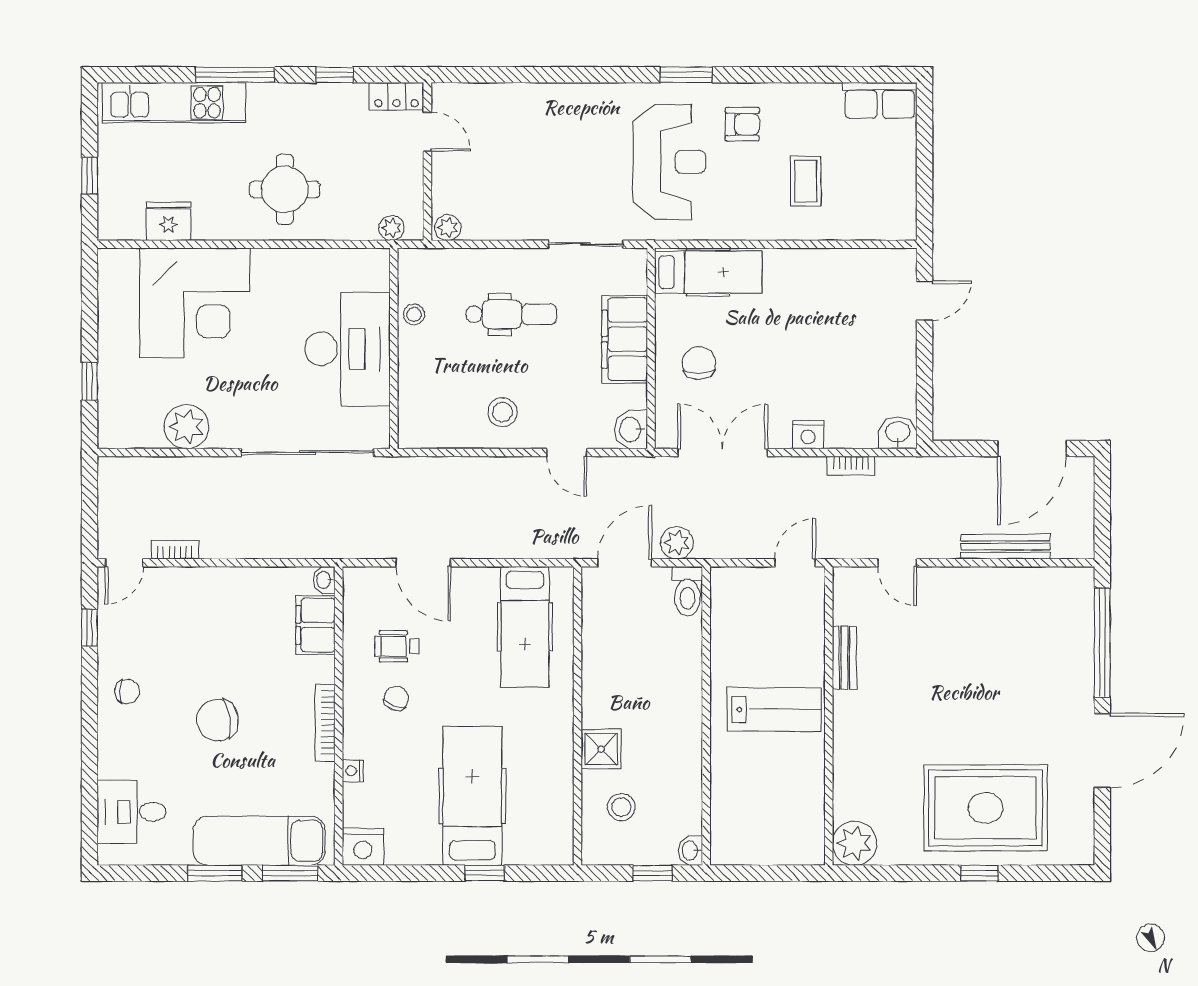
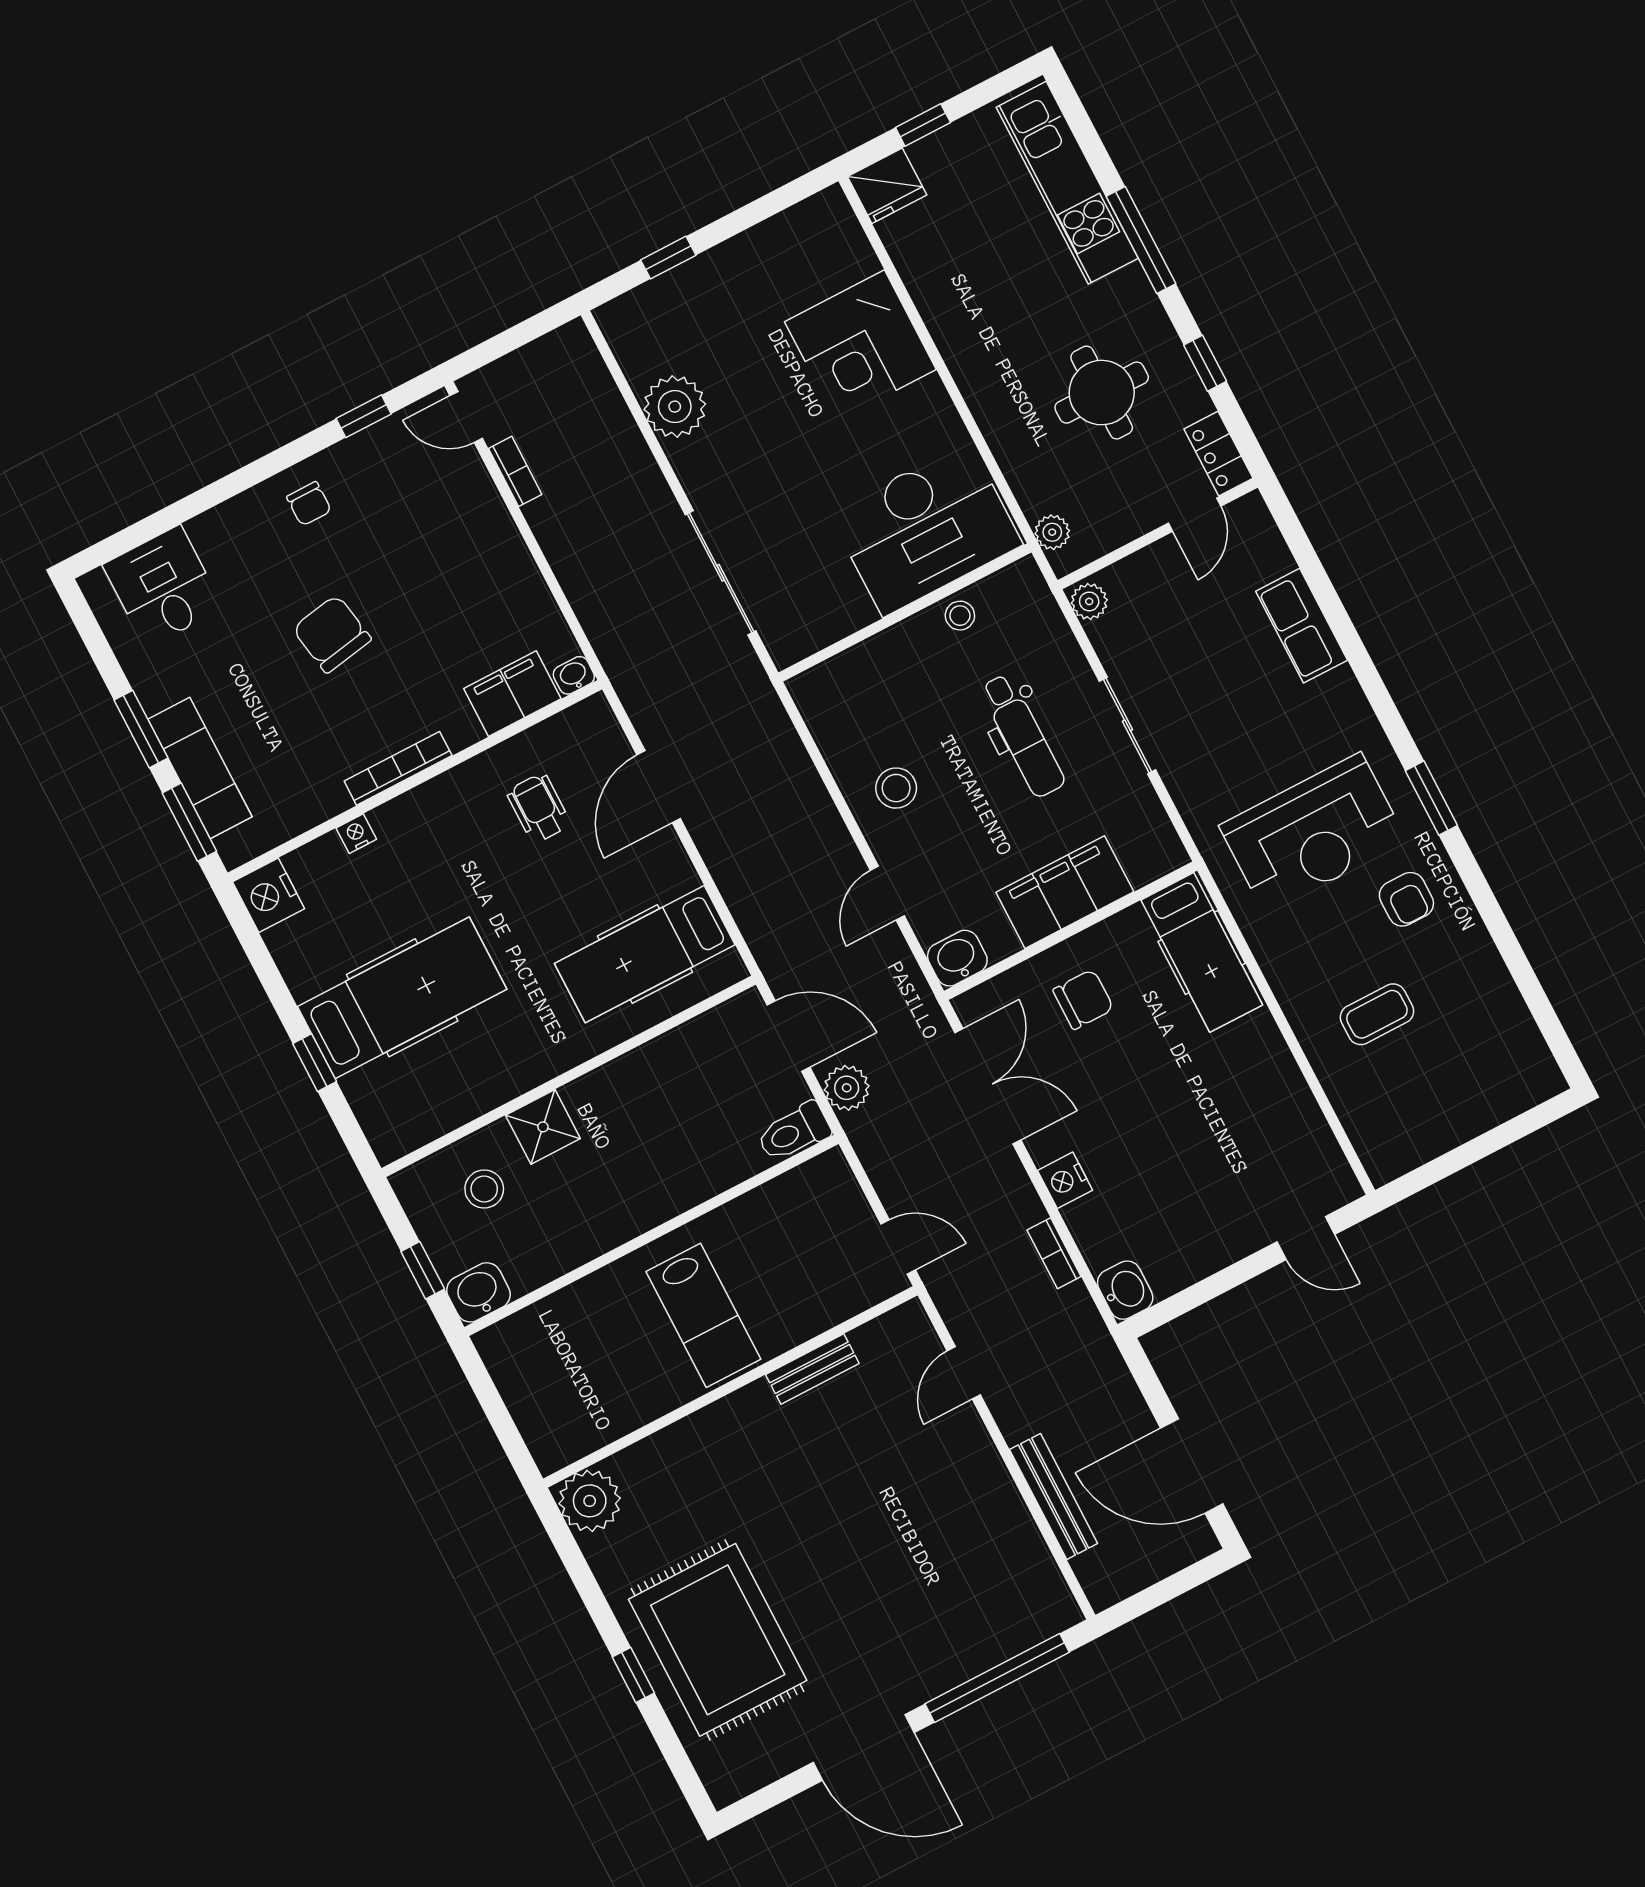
row of seats: (880, 100) -> (1302, 626), moved
round table: (285, 189) -> (1102, 393), moved
fridge: (168, 221) -> (887, 186), moved, turned 90
sliding door: (586, 244) -> (1127, 726), moved
corner desk: (195, 303) -> (860, 346), width x0.74, depth x0.74
desk: (347, 349) -> (926, 529), moved
sliding door: (307, 453) -> (721, 573), width x0.73
chair: (396, 698) -> (474, 841), removed
exam couch: (259, 841) -> (200, 768), width x0.73, depth x0.69
washbasin: (690, 851) -> (479, 1292), width x1.38, depth x1.45

